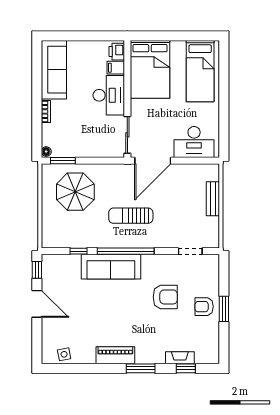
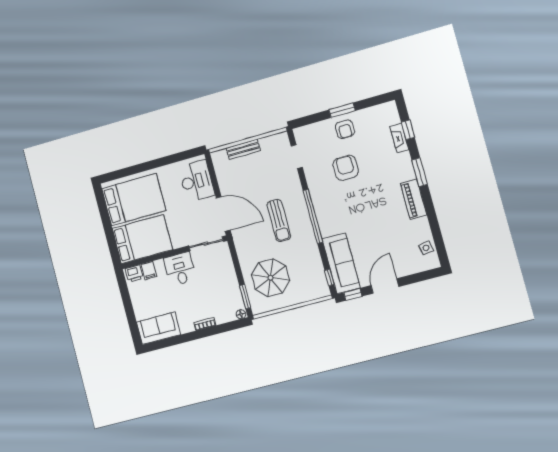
sofa: (54, 70) -> (159, 328), width x0.73
bed: (200, 71) -> (134, 200), width x1.50
desk: (109, 95) -> (180, 269), width x0.73
window: (79, 251) -> (329, 277), moved
sofa: (111, 267) -> (341, 263), moved

